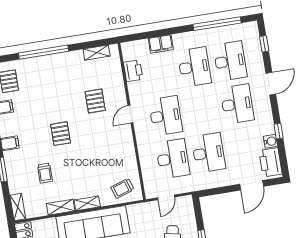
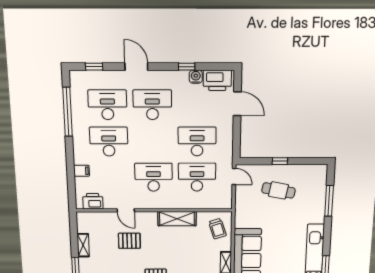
filing cabinet: (161, 44) -> (82, 171), width x0.50
shelving: (97, 53) -> (83, 245), moved
printer: (133, 71) -> (93, 201), moved
door: (130, 114) -> (126, 210), moved
shelving: (126, 146) -> (177, 219), added
door: (166, 197) -> (234, 177), moved

